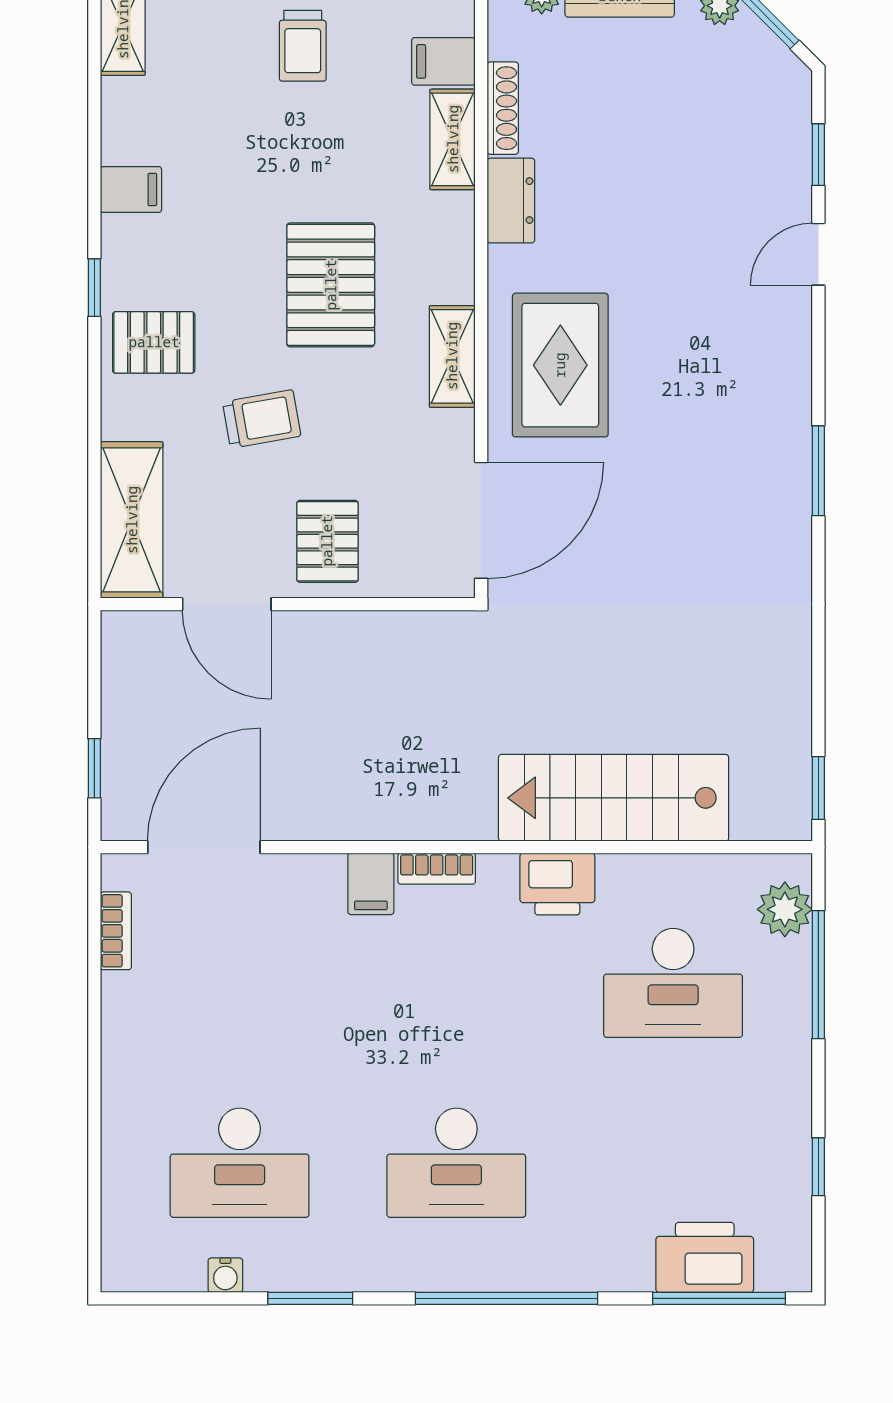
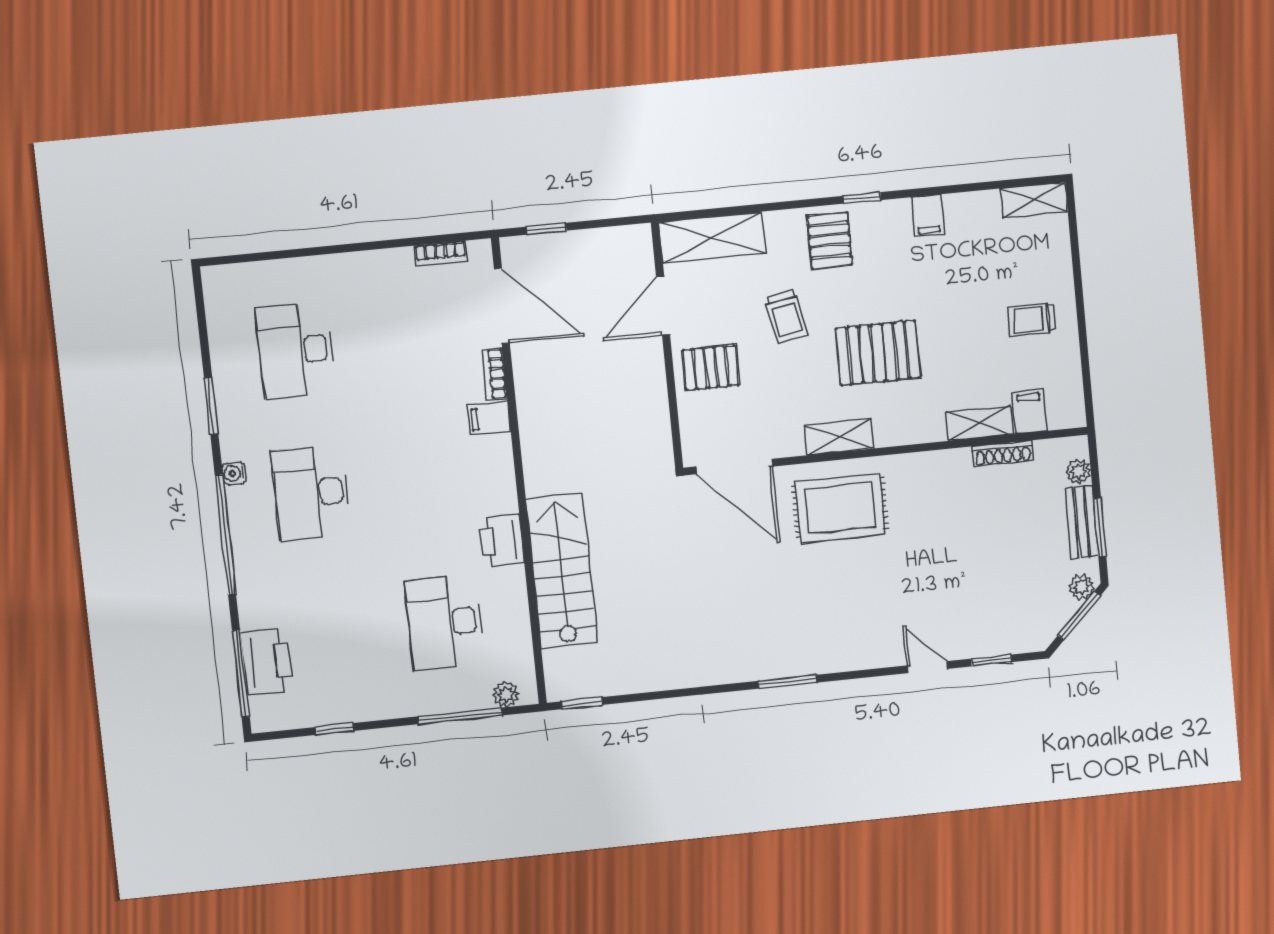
dresser: (511, 201) -> (944, 465), removed
bookcase: (437, 869) -> (495, 374), moved
plant: (785, 909) -> (506, 694), width x0.73, depth x0.73
water cooler: (225, 1275) -> (234, 473), moved

